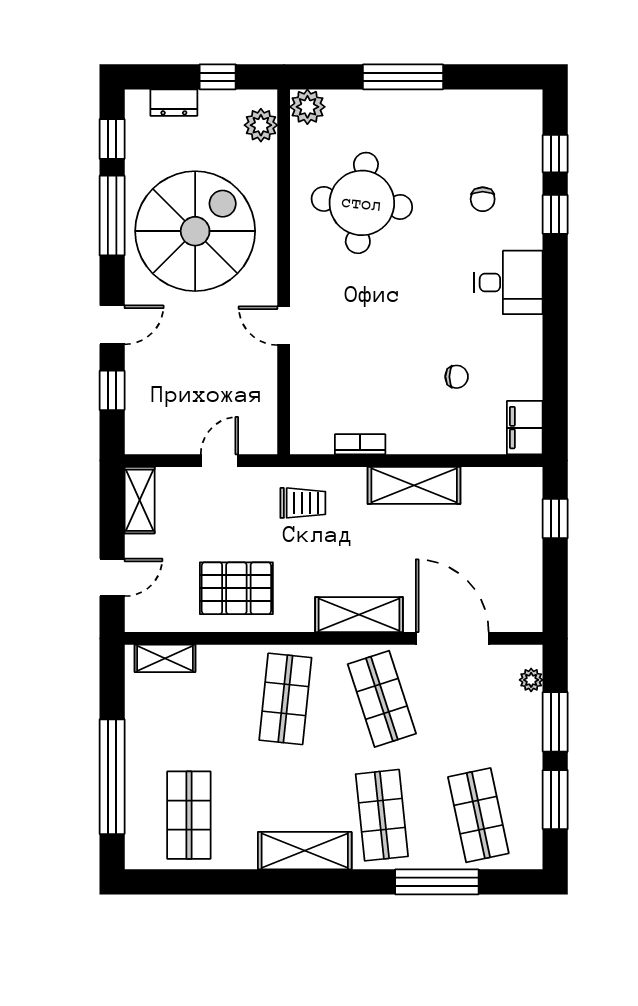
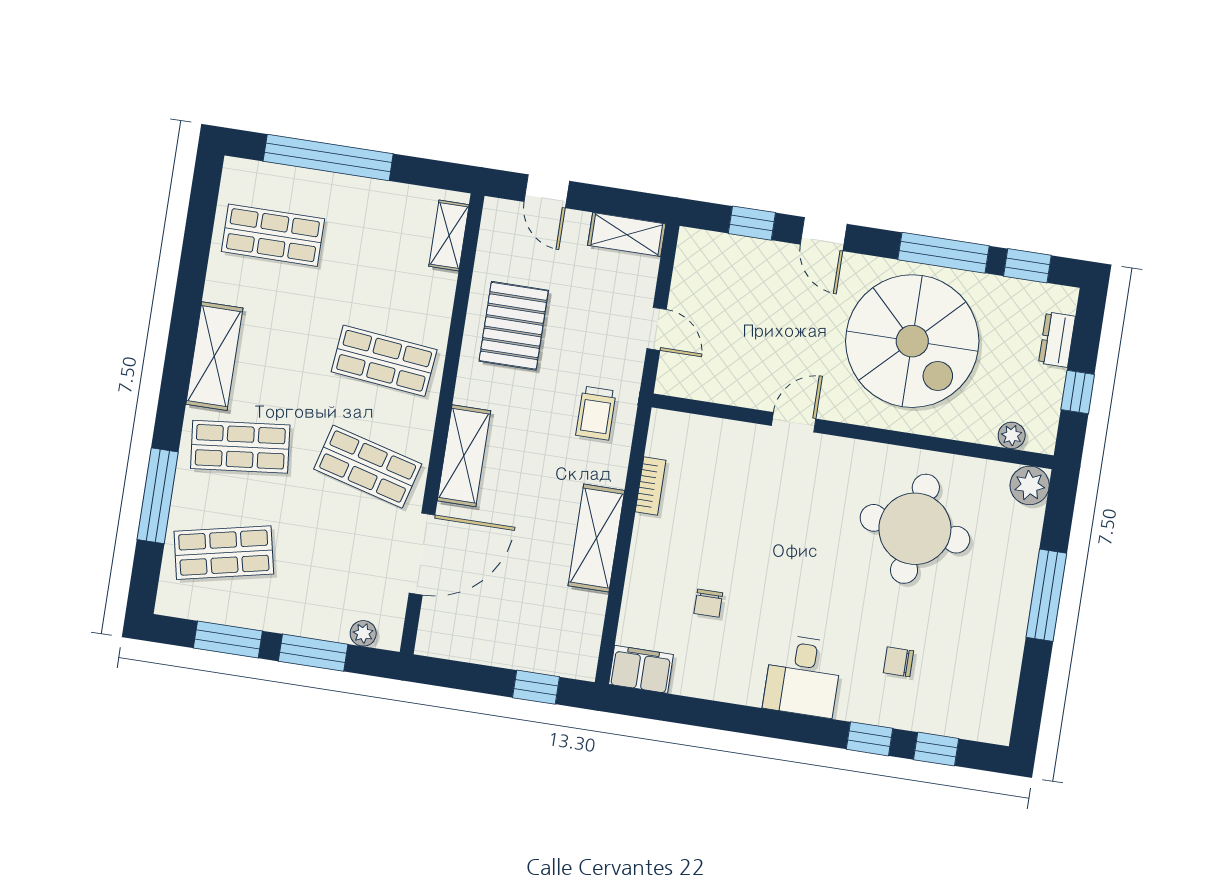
plant: (261, 125) -> (1012, 435), width x0.73, depth x0.73
shop shelf: (382, 699) -> (368, 467), turned 33

